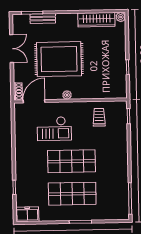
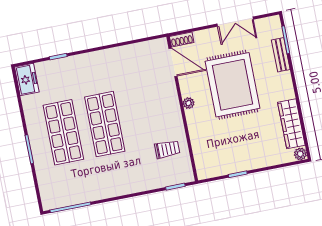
checkout: (54, 129) -> (143, 95), removed

